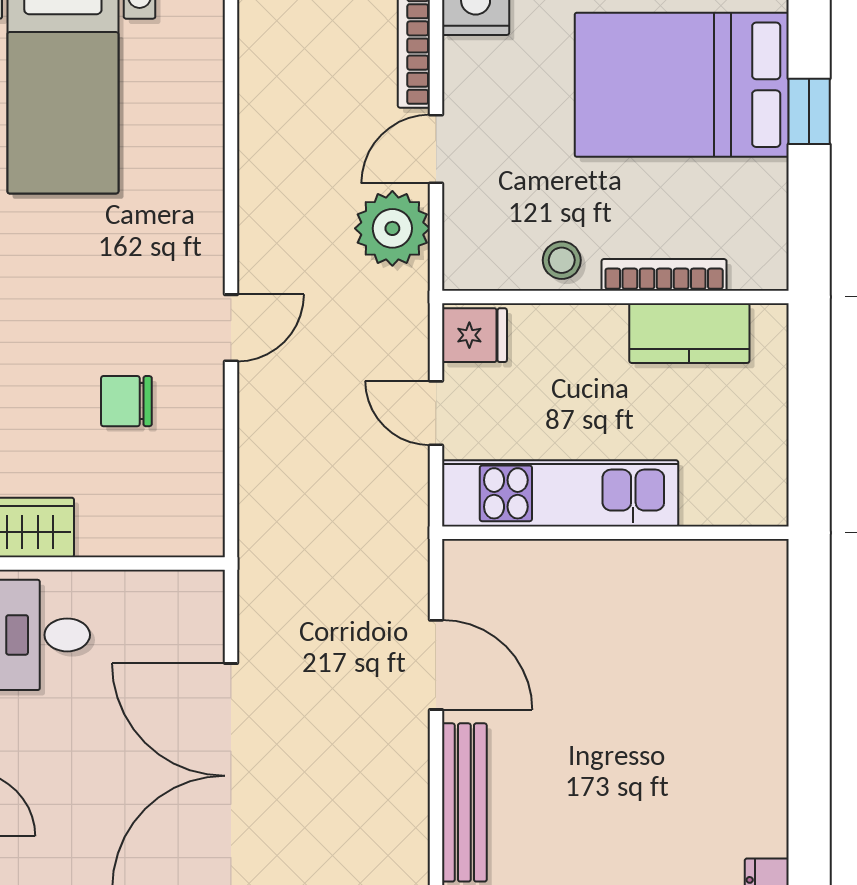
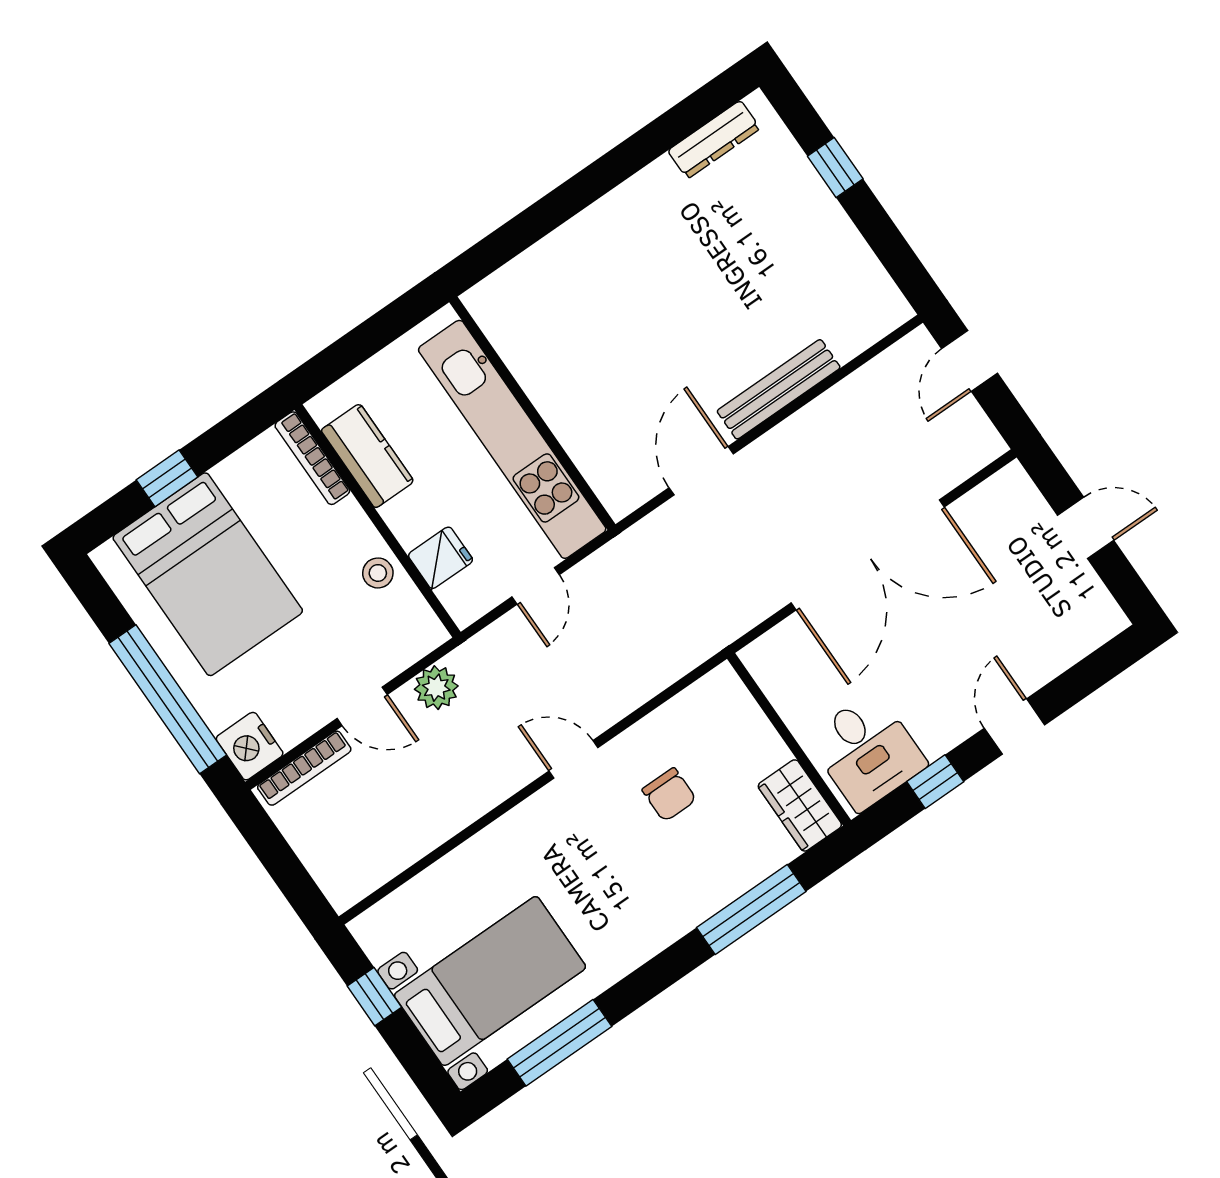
plant: (392, 228) -> (436, 688), width x0.73, depth x0.73
bookcase: (664, 275) -> (312, 458), moved
fridge: (474, 335) -> (441, 558), moved, turned 90
kitchen unit: (560, 493) -> (512, 439), width x1.36

